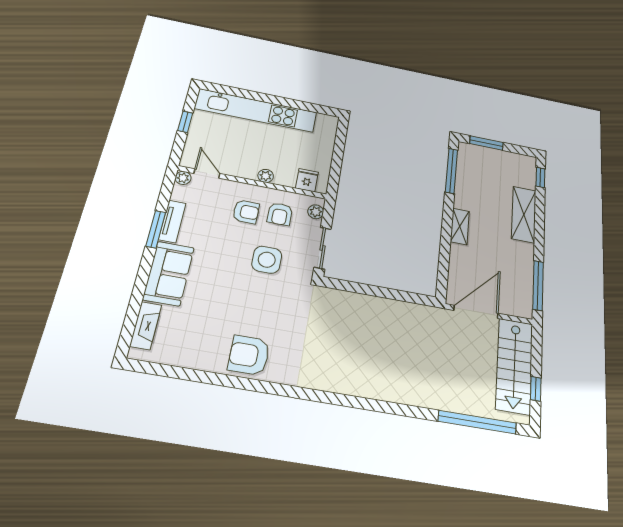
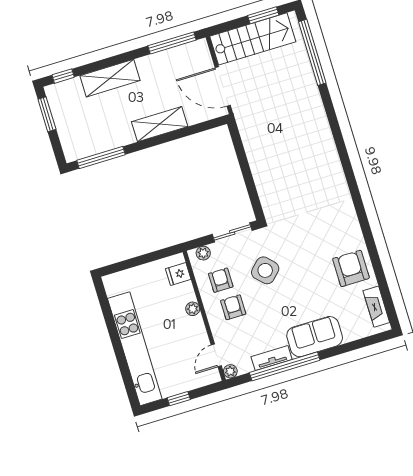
window: (486, 143) -> (47, 114), moved
armchair: (280, 214) -> (221, 280), turned -90
shelving: (460, 226) -> (160, 124), width x1.50, depth x1.33
window: (156, 229) -> (285, 366), width x2.11
side table: (267, 260) -> (265, 270), turned 45
fireplace: (146, 326) -> (376, 307), moved, turned -90
armchair: (249, 355) -> (351, 268), moved, turned 180
window: (536, 389) -> (263, 15), width x1.50

